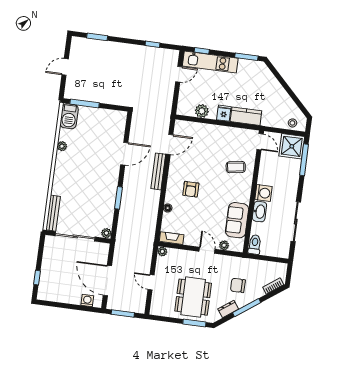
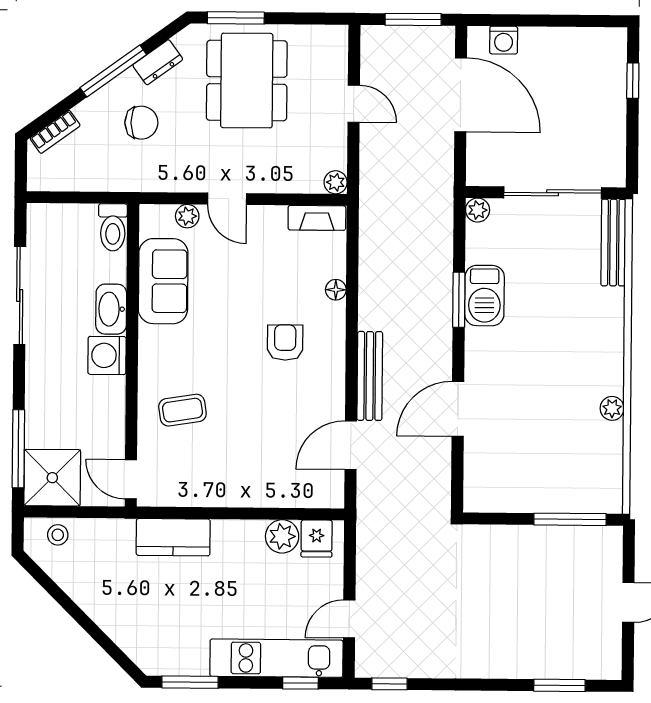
window: (153, 44) -> (389, 684), moved
fridge: (224, 113) -> (317, 539), moved
barbecue: (69, 116) -> (484, 296), moved, turned 180

